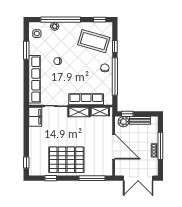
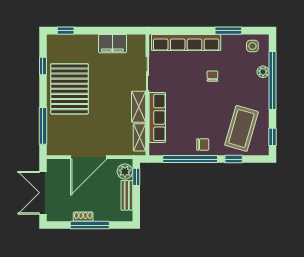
filing cabinet: (35, 117) -> (112, 44), moved

